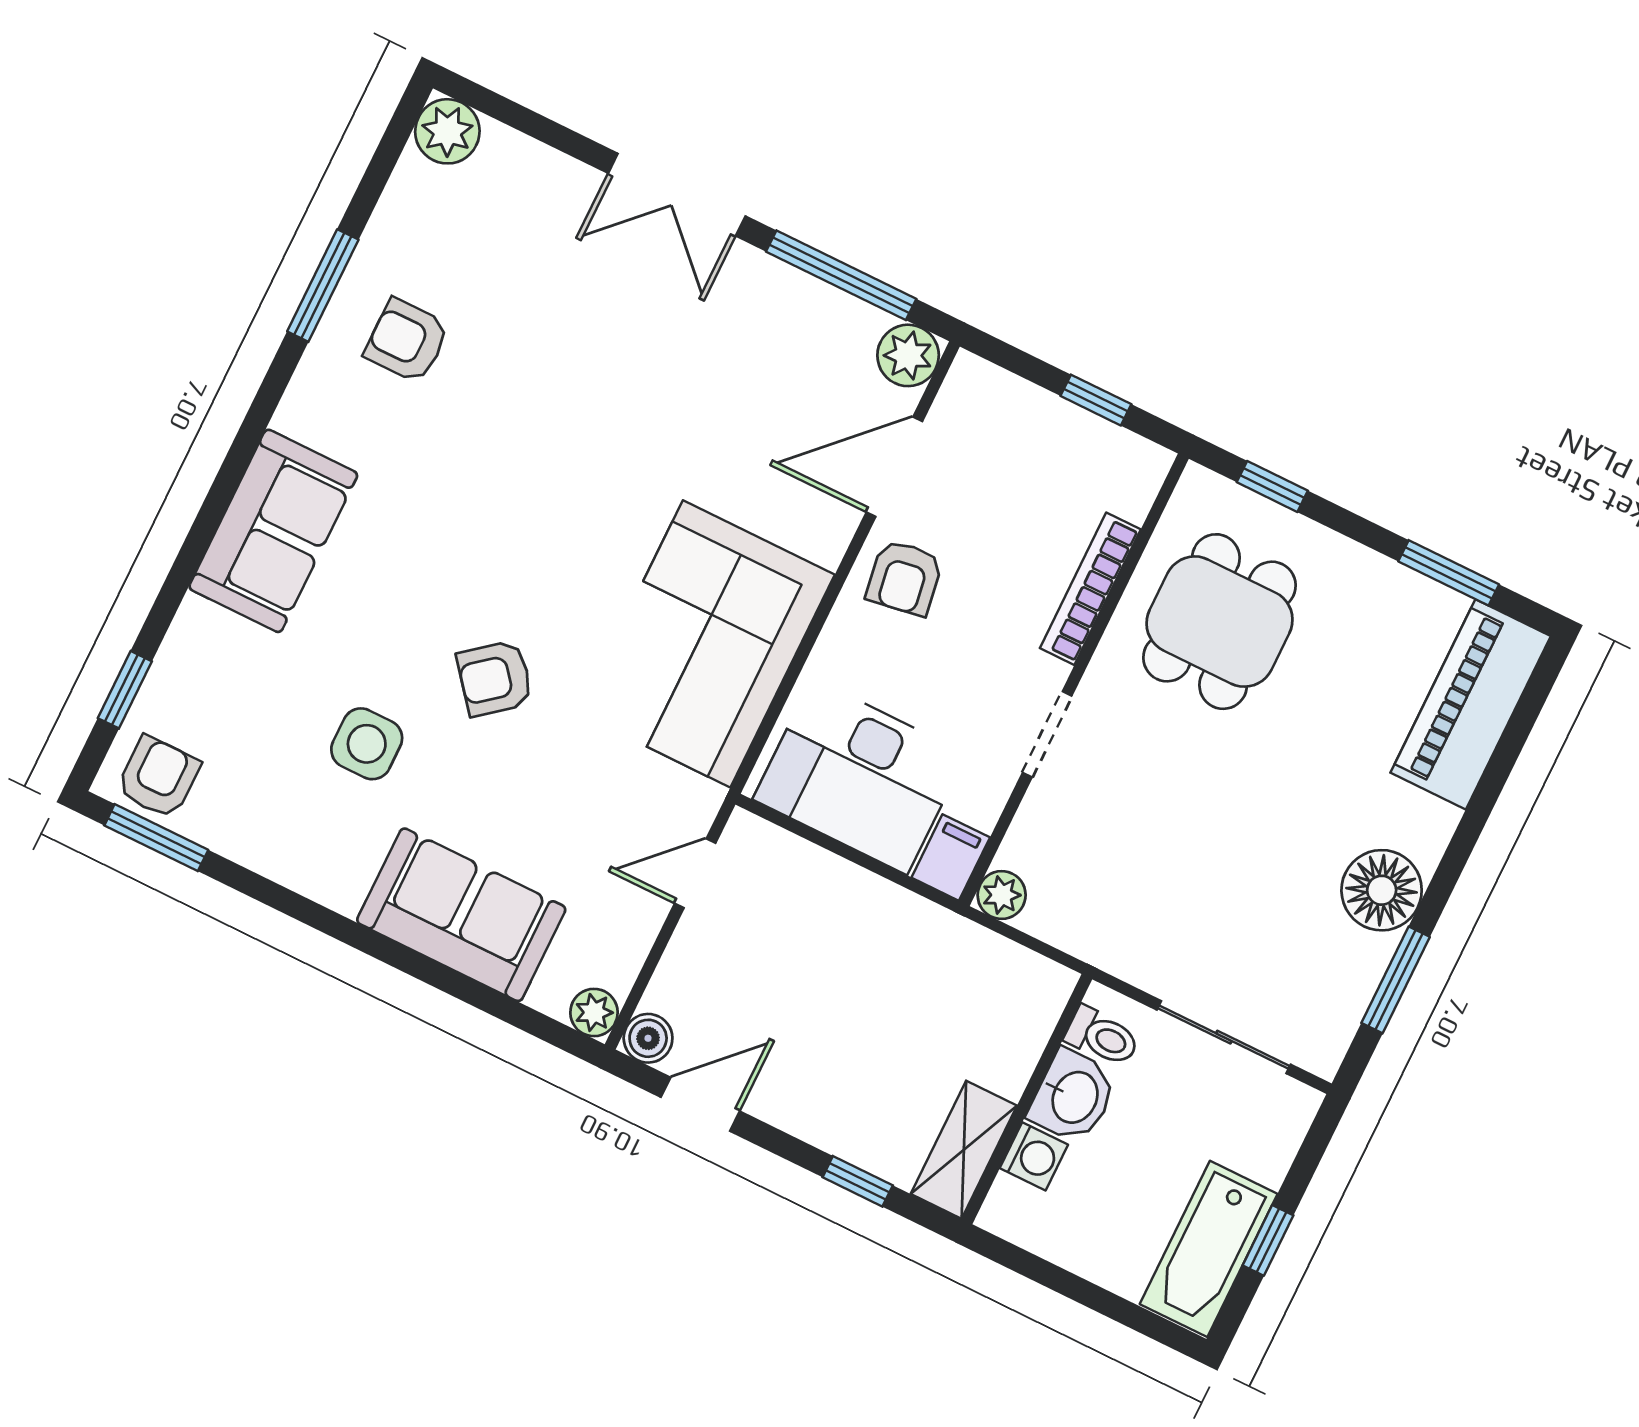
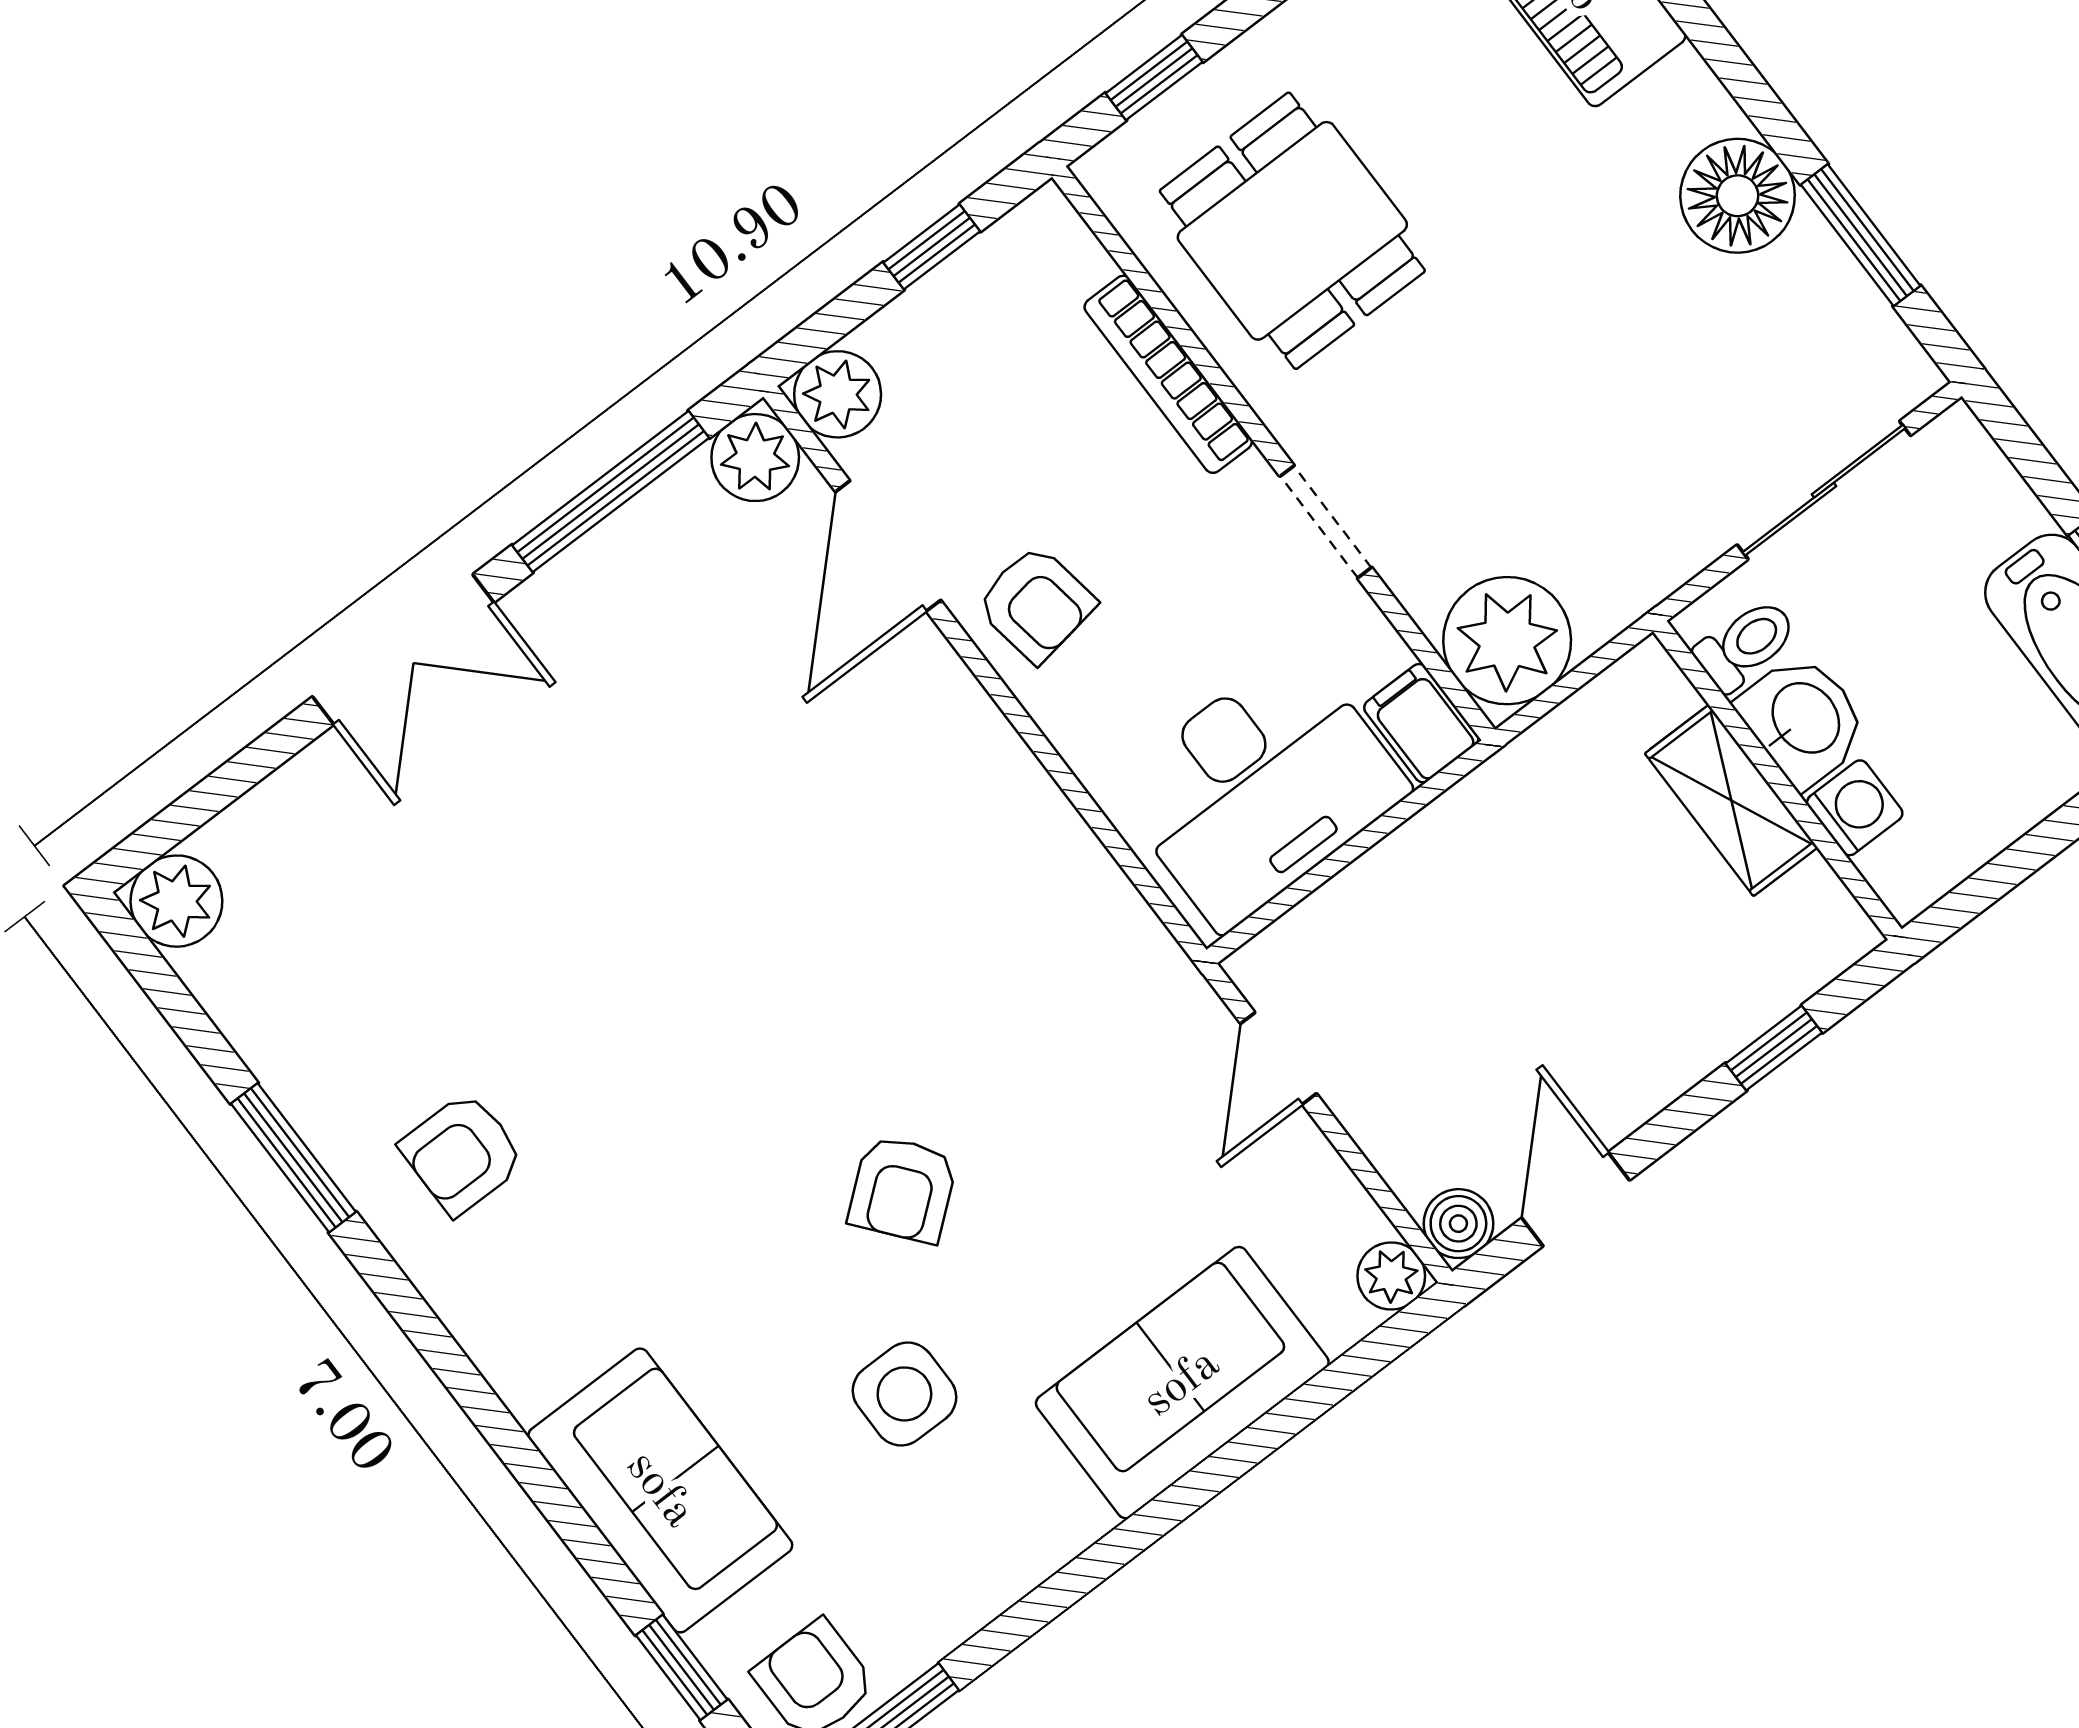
armchair: (407, 341) -> (462, 1154), moved
plant: (974, 387) -> (838, 394), added
sofa: (273, 531) -> (660, 1490), moved
corner sofa: (707, 644) -> (994, 898), removed
plant: (1002, 895) -> (1507, 641), width x1.88, depth x1.88
shelving: (964, 1150) -> (1731, 800), moved

